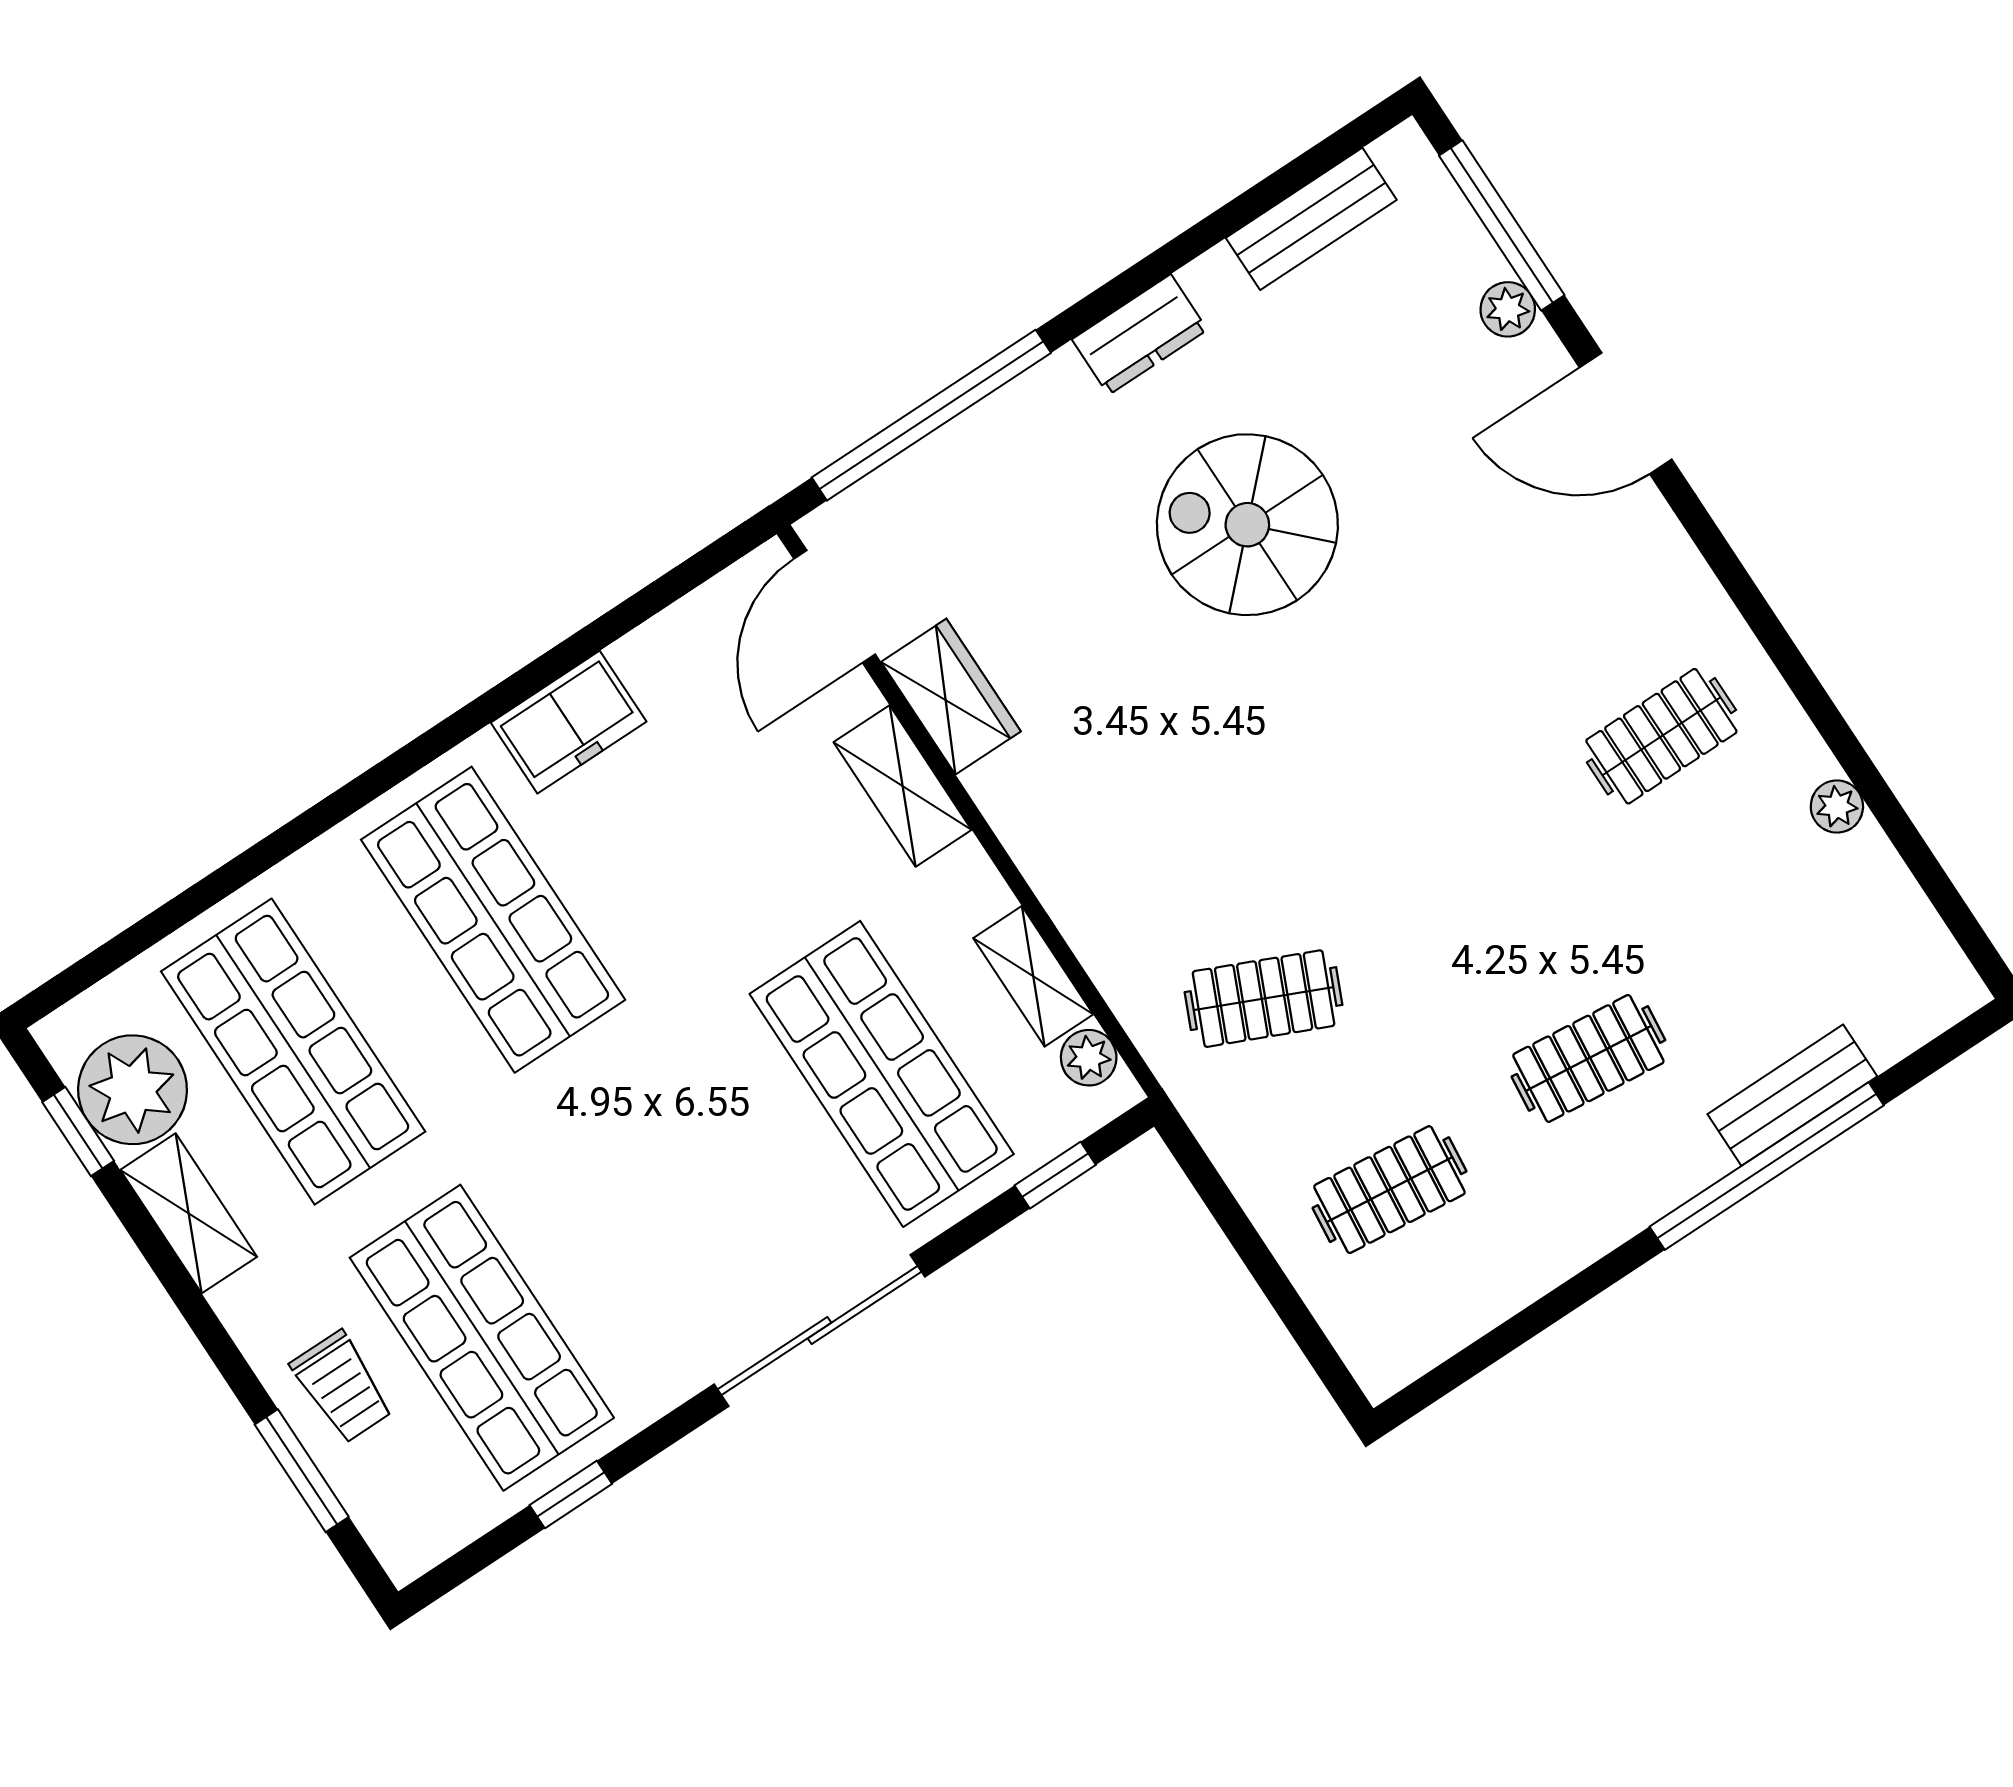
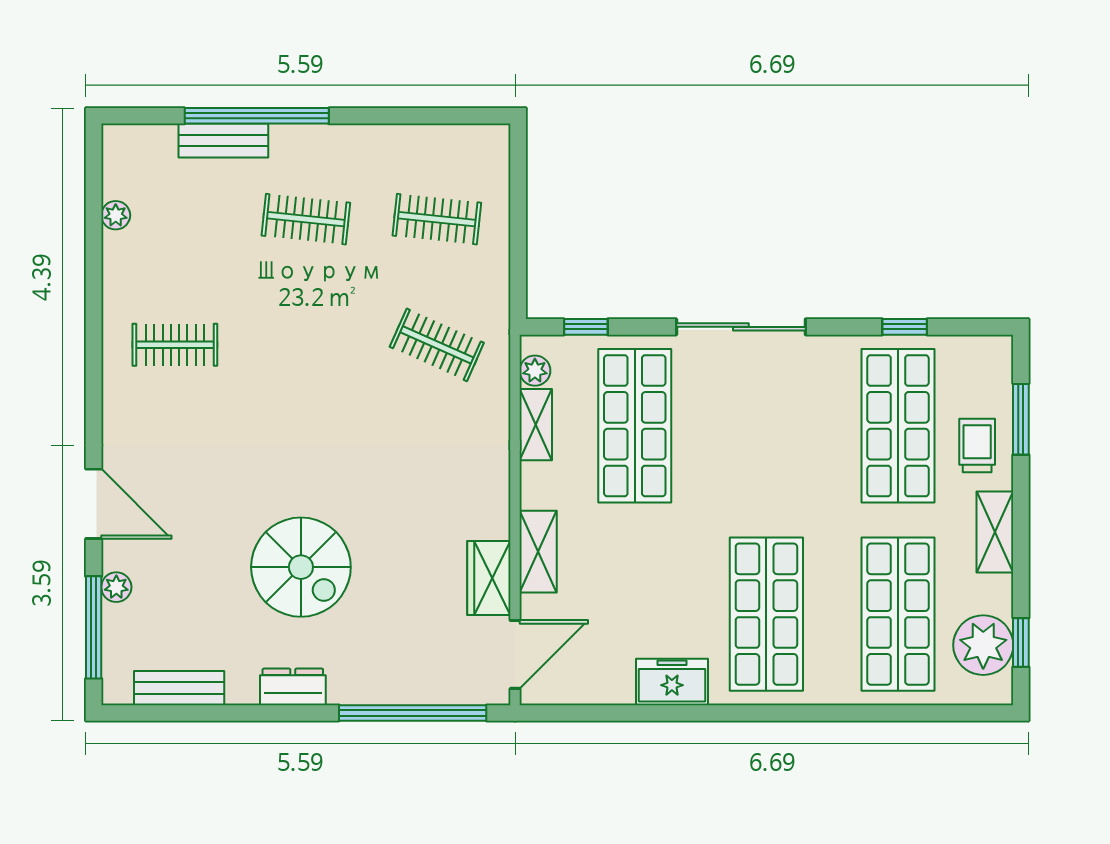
plant: (1837, 807) -> (116, 215), moved
shelving: (189, 1213) -> (995, 532), moved

